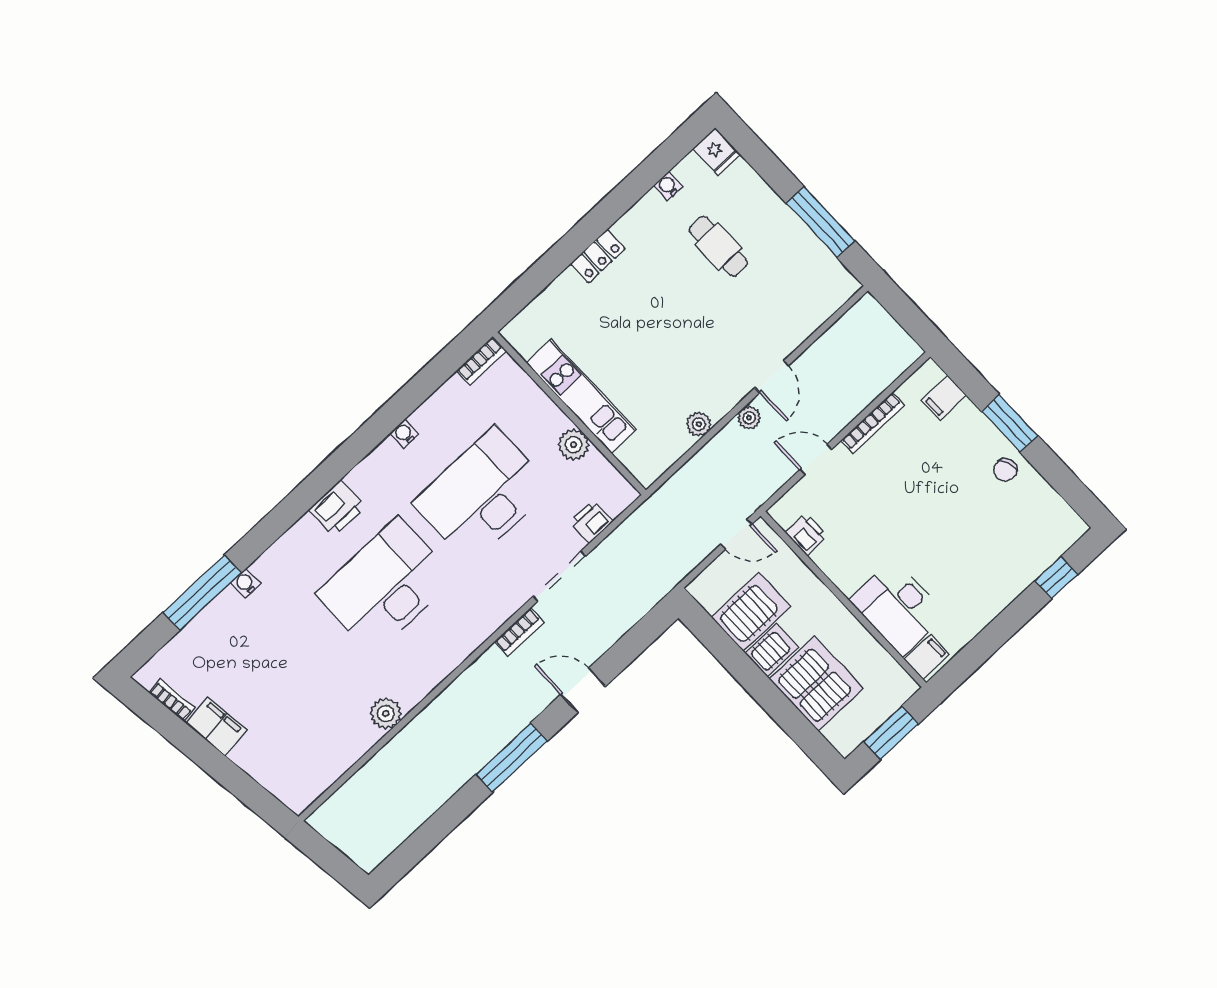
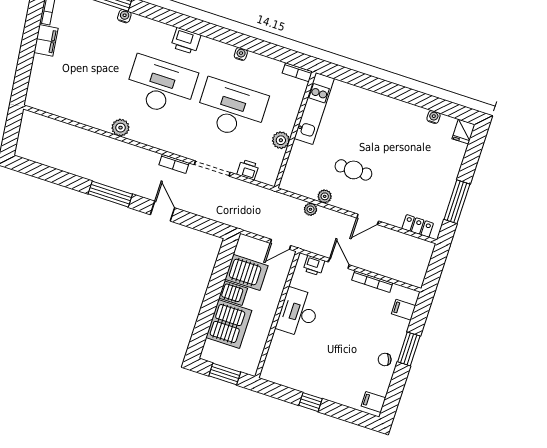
cafe table: (718, 246) -> (353, 170), moved, turned 90
locker: (598, 256) -> (418, 226), moved, turned 180
kitchen unit: (581, 396) -> (314, 108), moved
plant: (749, 418) -> (310, 209), moved
door: (736, 534) -> (281, 244), hinge flipped
printer: (806, 534) -> (314, 266), moved, turned 90
window: (1056, 577) -> (311, 402), moved
desk: (898, 607) -> (298, 313), moved
filing cabinet: (927, 657) -> (373, 402), moved, turned 180
plant: (386, 714) -> (121, 128), moved

